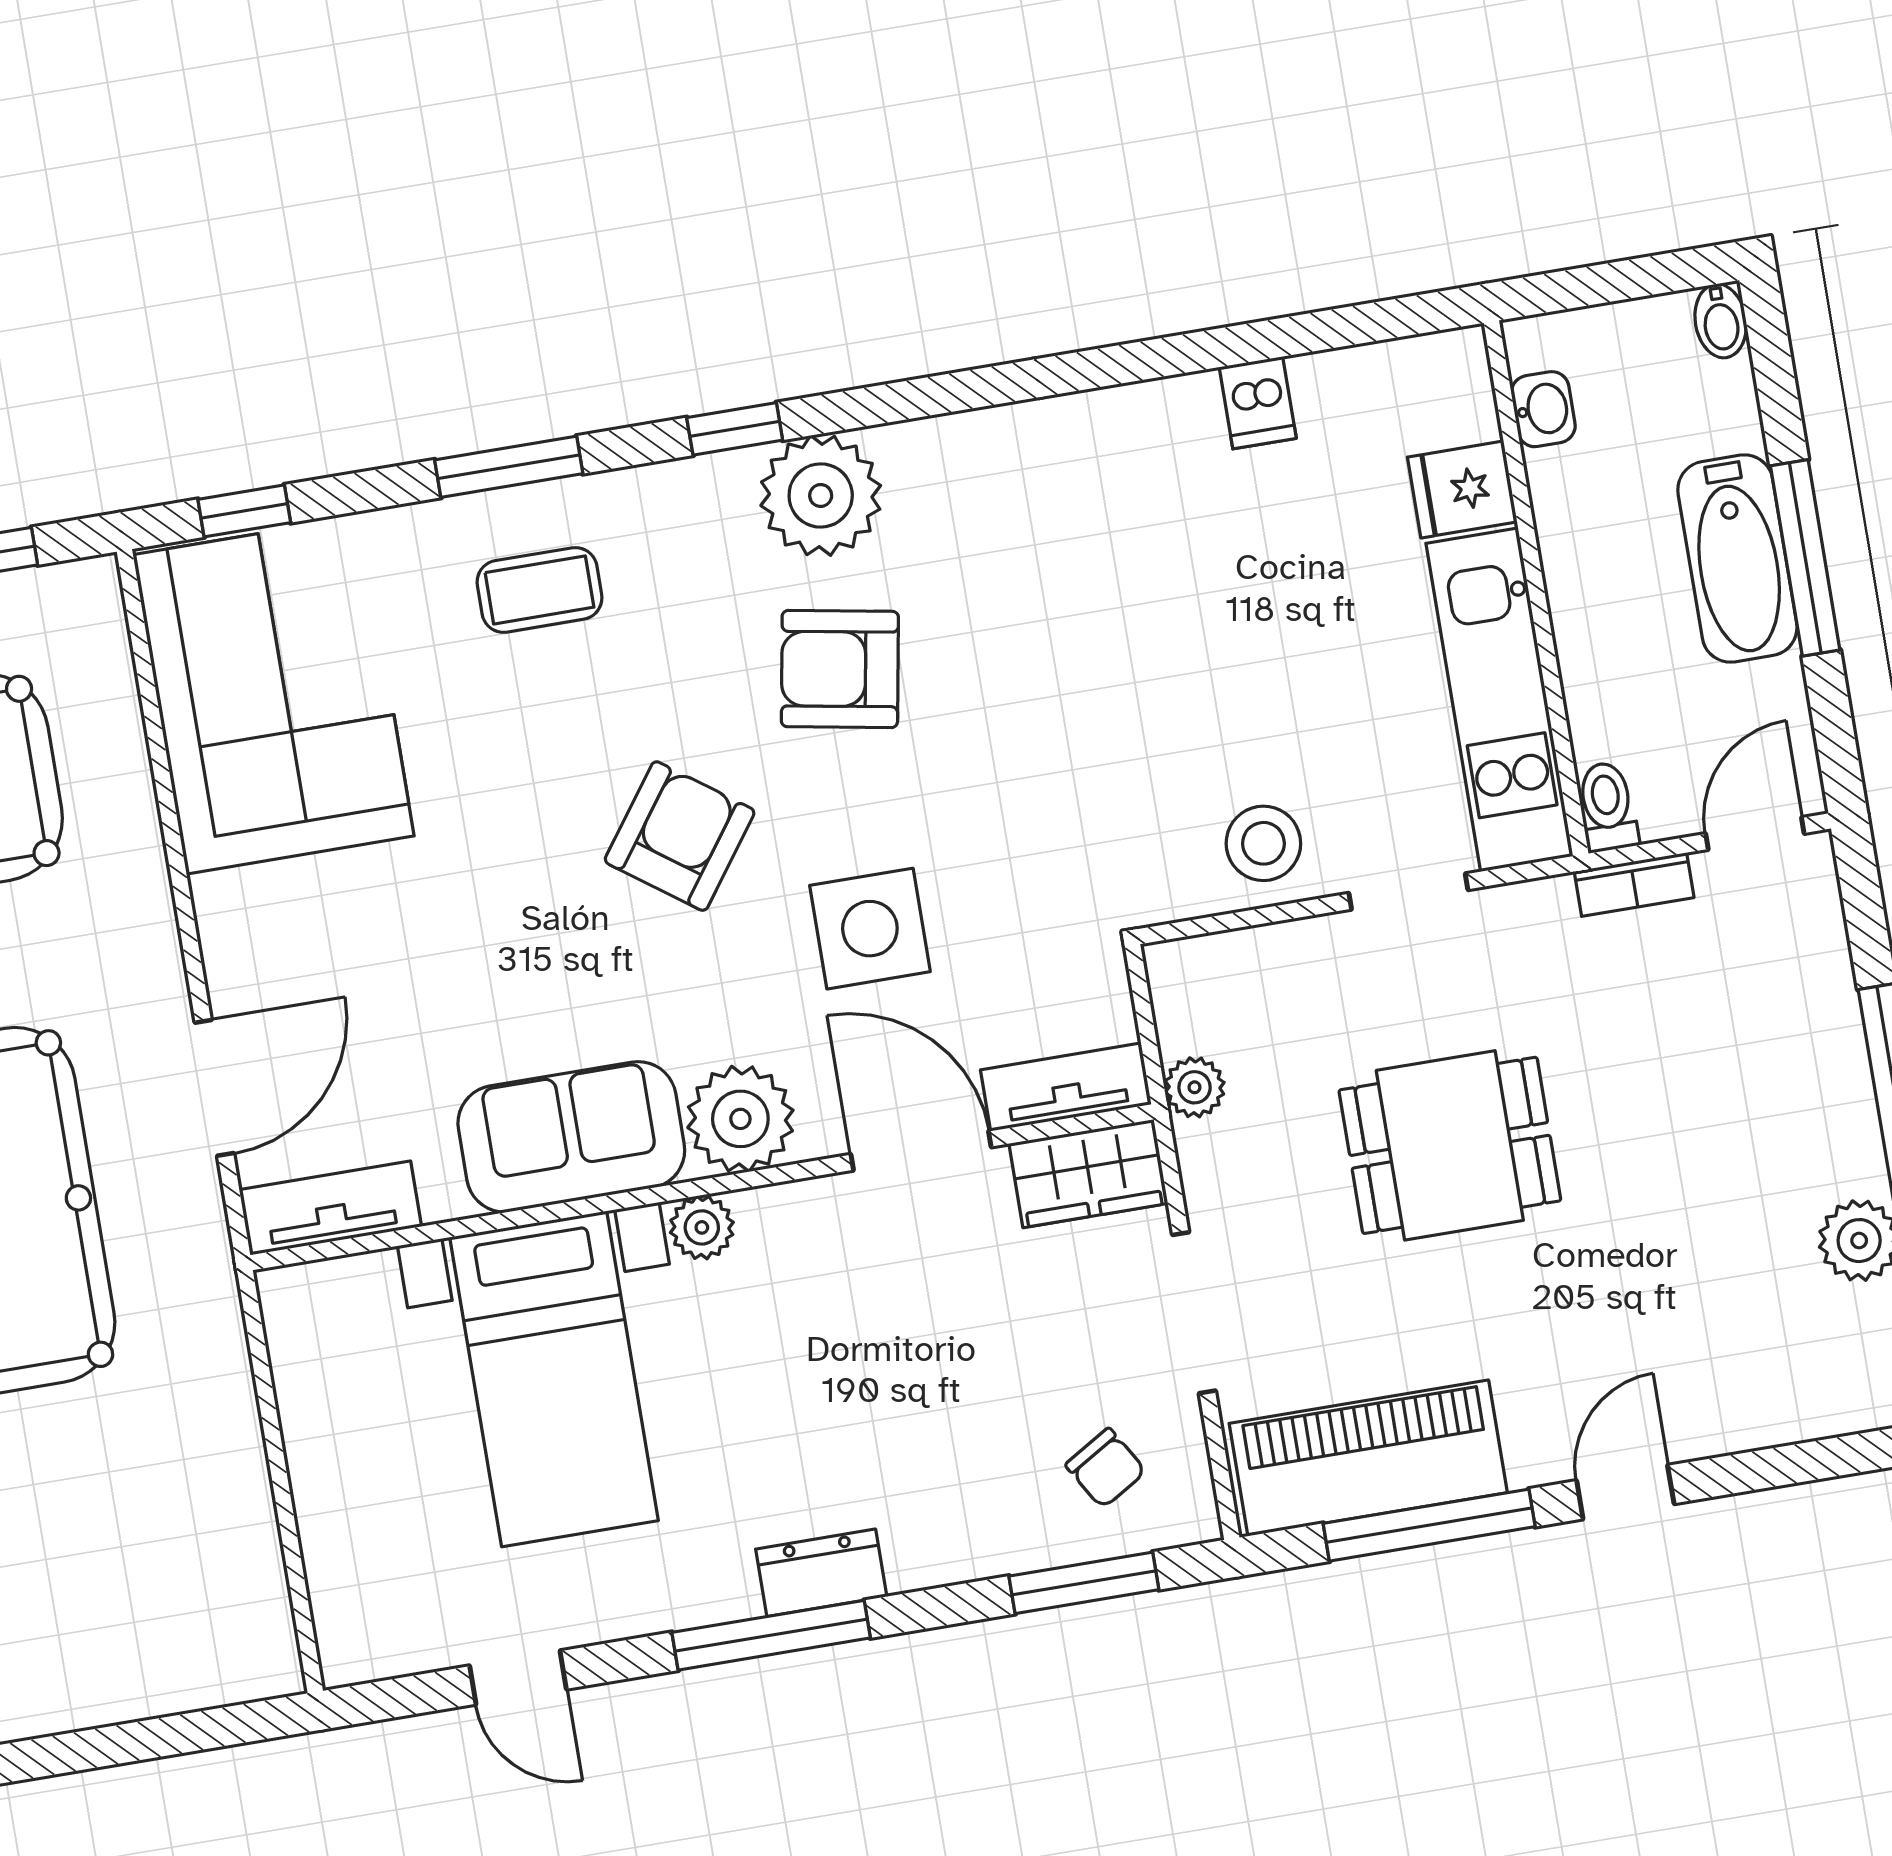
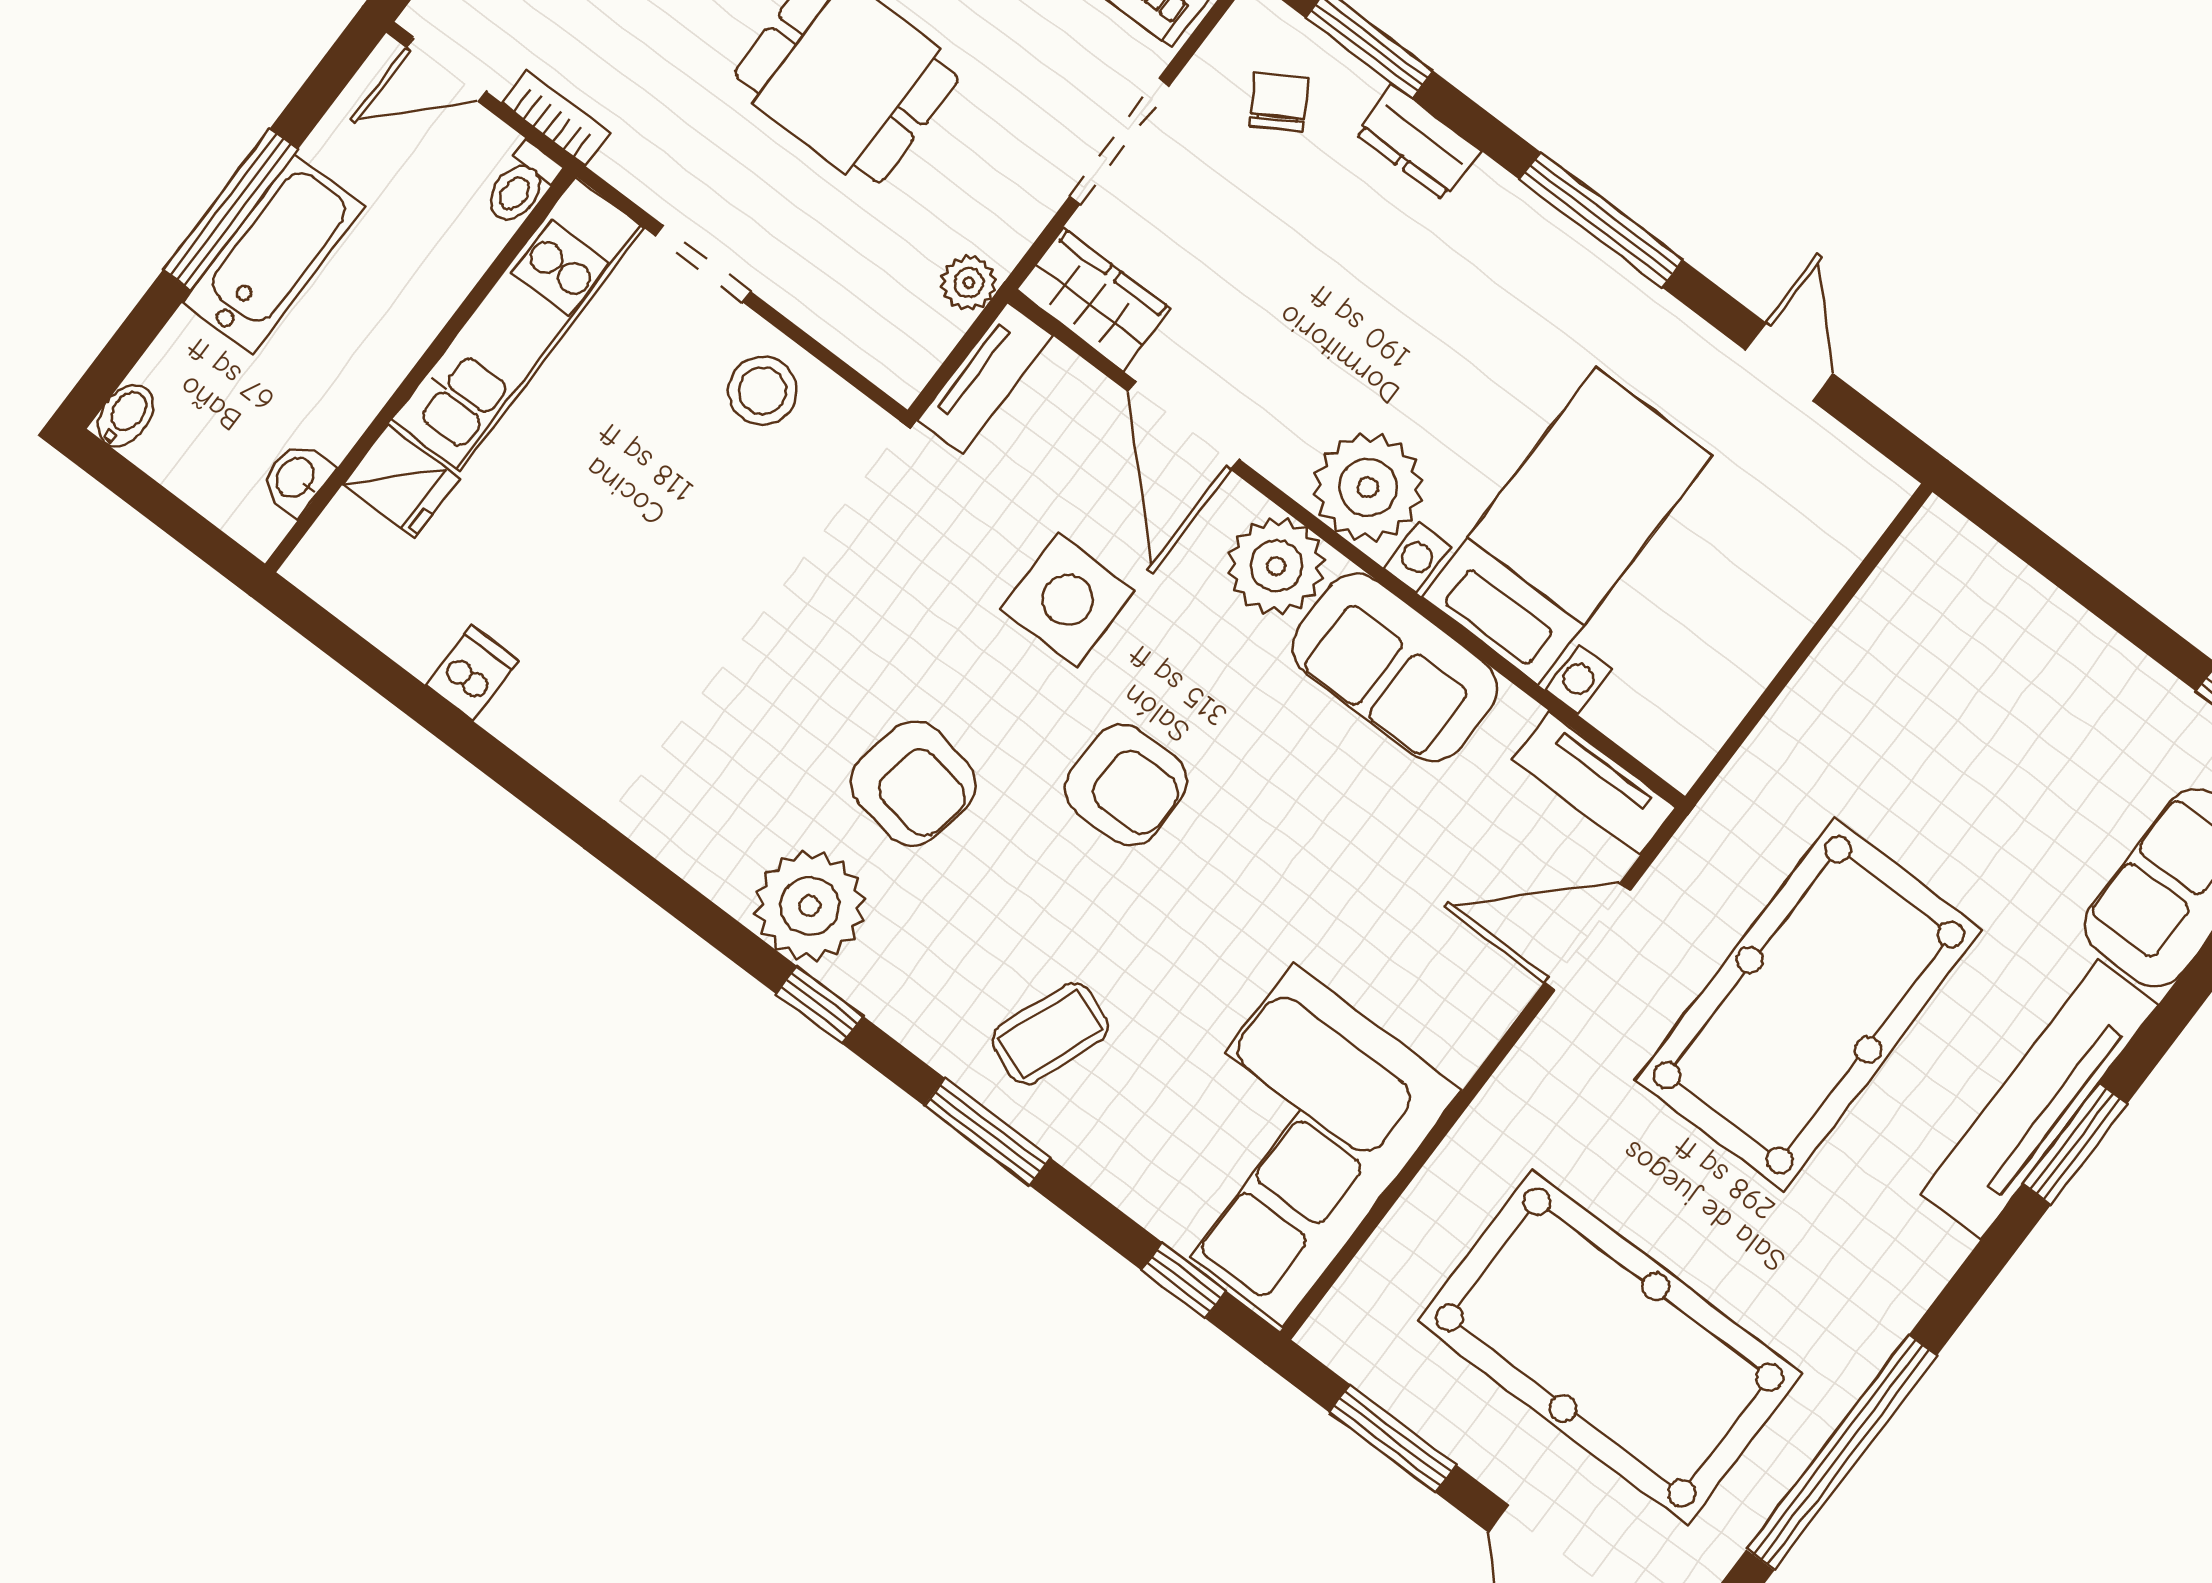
coffee table: (539, 590) -> (1050, 1034), turned -69
armchair: (680, 836) -> (1126, 785), turned -126
tv unit: (1066, 1087) -> (985, 378), moved, turned -90
plant: (702, 1227) -> (1368, 487), width x1.87, depth x1.87
dresser: (821, 1573) -> (1418, 142), moved

